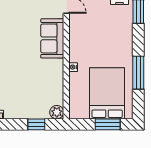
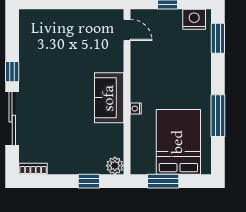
sofa: (52, 38) -> (109, 98), moved
window: (108, 124) -> (163, 181), moved

